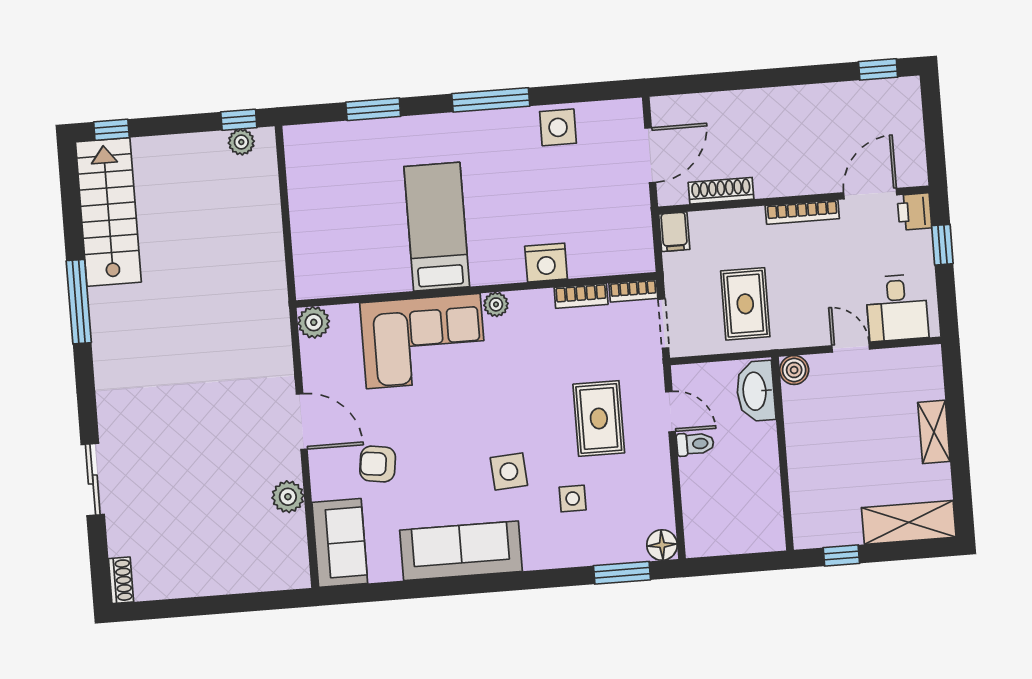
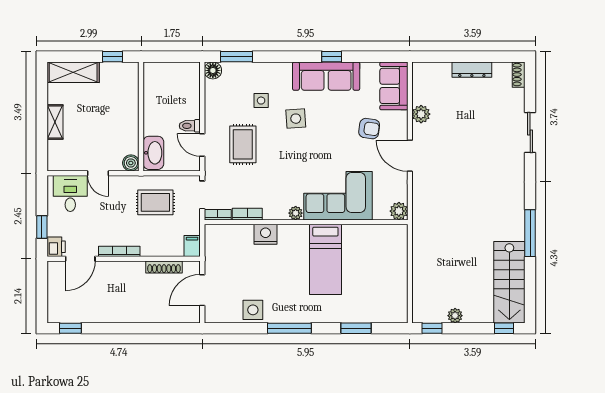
plant: (241, 142) -> (455, 316), moved
rug: (745, 304) -> (155, 202), turned 90
dresser: (204, 583) -> (472, 70), added
window: (454, 586) -> (332, 57), added

